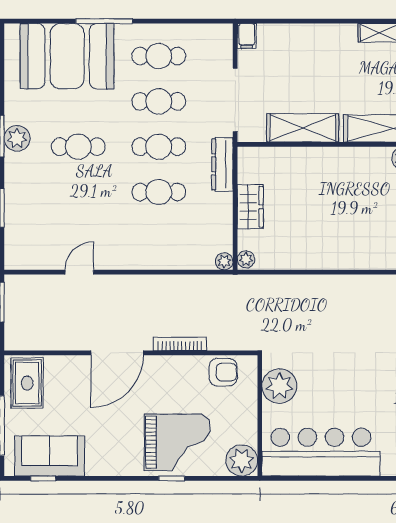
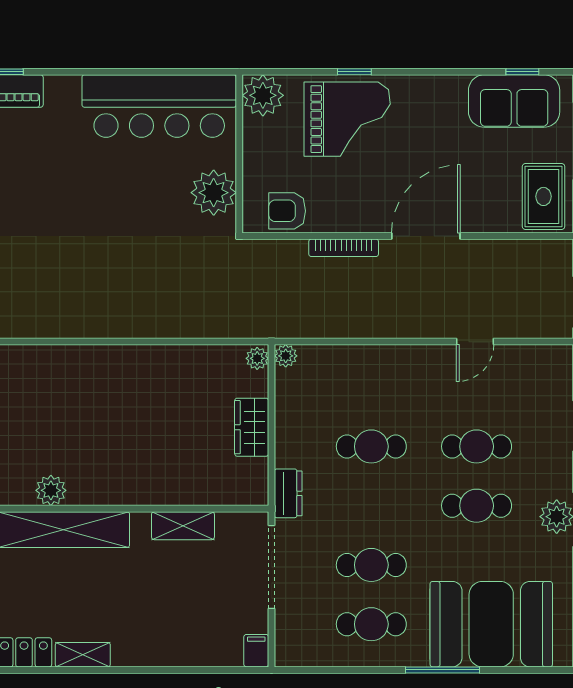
shelving: (303, 128) -> (183, 526), width x0.67, depth x0.75
cafe table: (159, 147) -> (477, 446), moved
dresser: (222, 164) -> (288, 493), width x0.70
grand piano: (177, 442) -> (347, 119), turned 180

